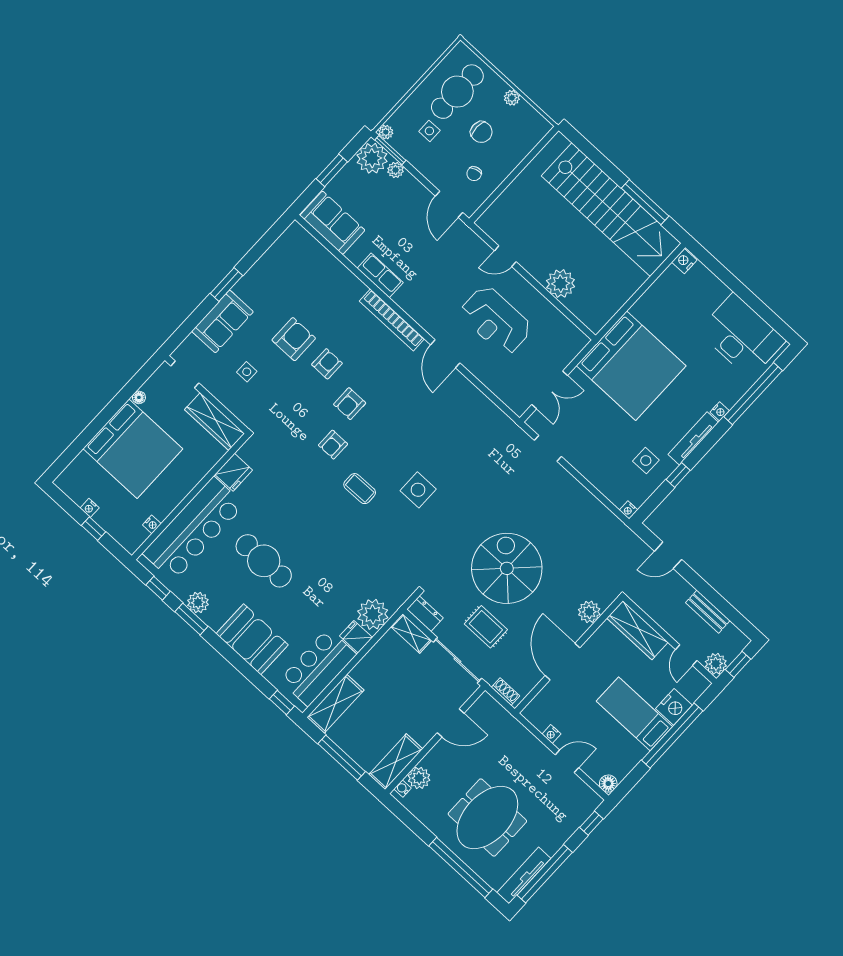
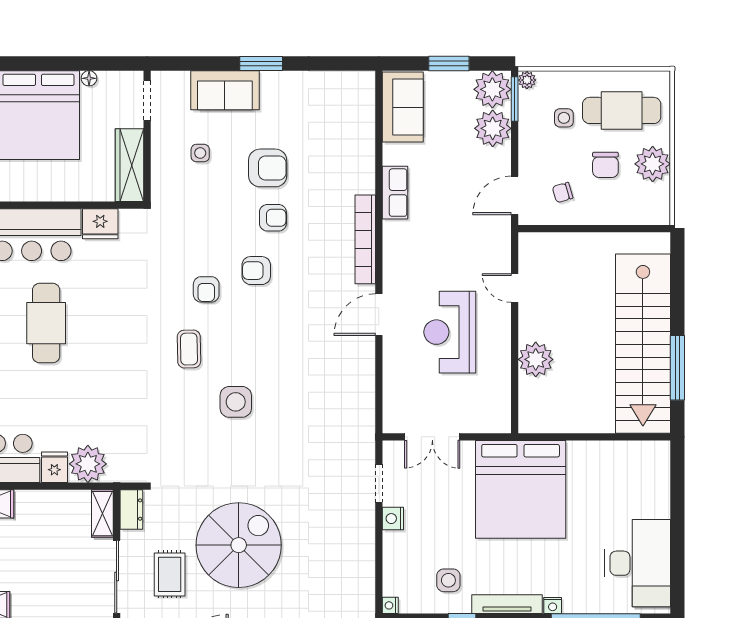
plant: (512, 98) -> (653, 164), width x1.88, depth x1.88
plant: (396, 170) -> (493, 128), width x1.88, depth x1.88
nightstand: (684, 261) -> (393, 519), moved, turned -90
armchair: (333, 445) -> (206, 289), turned -90

